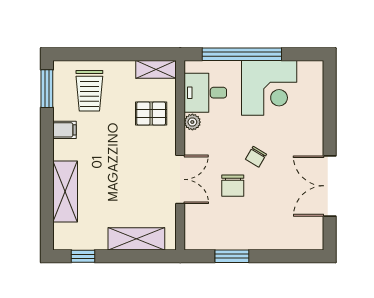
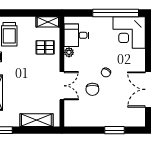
window: (242, 54) -> (116, 13), moved
corner desk: (269, 88) -> (129, 33), moved, turned 90
window: (232, 256) -> (114, 130), moved

